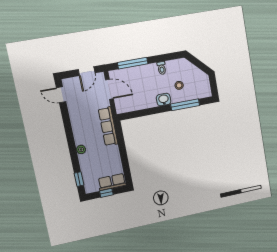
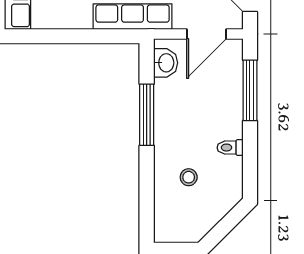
washbasin: (164, 100) -> (166, 63), moved
window: (185, 105) -> (147, 115), moved

